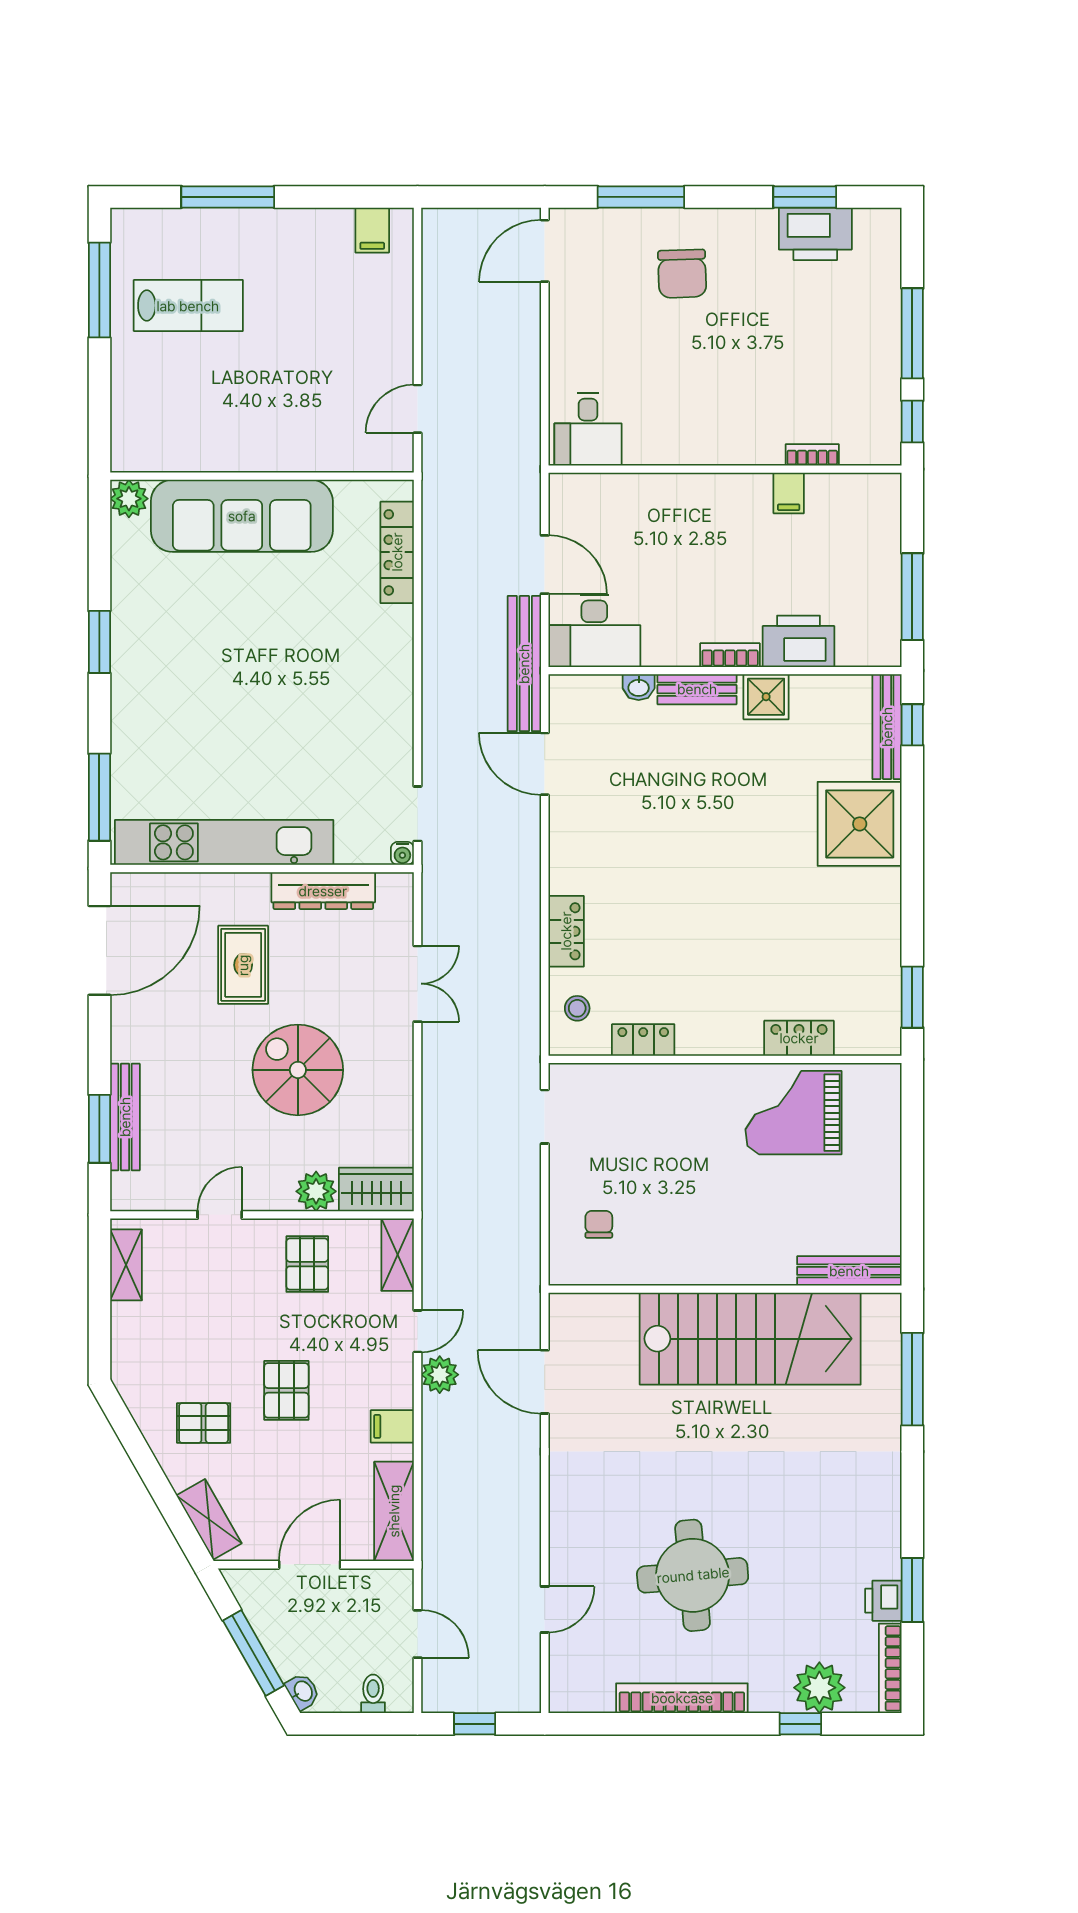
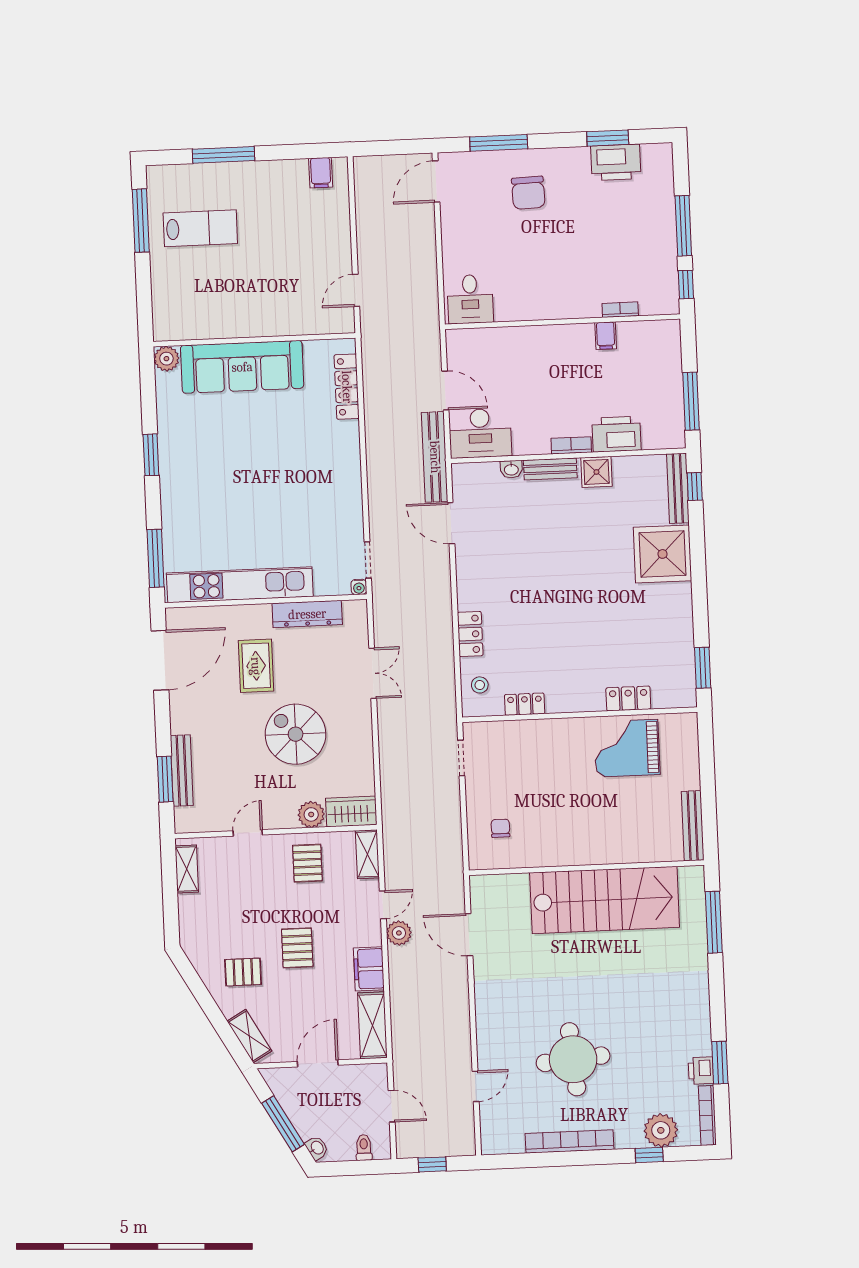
bench: (849, 1271) -> (693, 826), moved, turned 90
filing cabinet: (392, 1426) -> (369, 969), width x2.00

